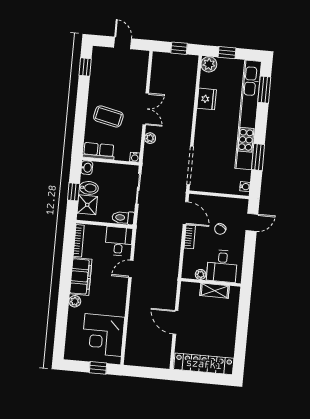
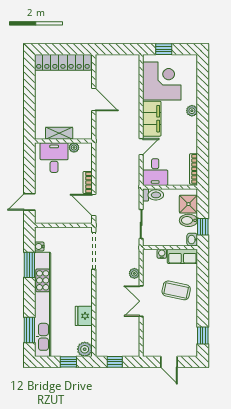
water cooler: (135, 157) -> (162, 254), moved
water cooler: (245, 187) -> (39, 246), moved
window: (74, 192) -> (203, 227), moved
chair: (220, 229) -> (59, 193), removed
filing cabinet: (81, 277) -> (152, 119), moved, turned 180

